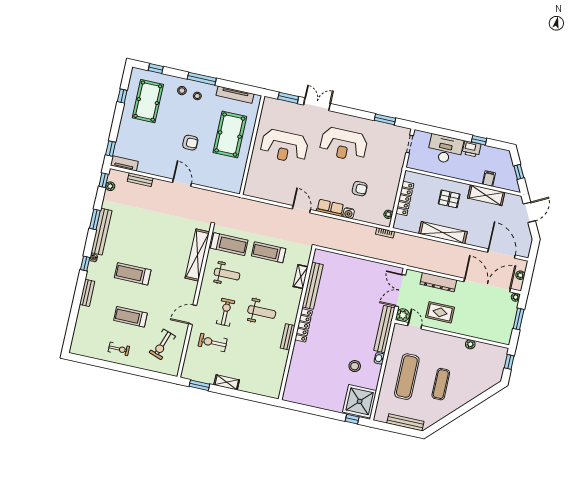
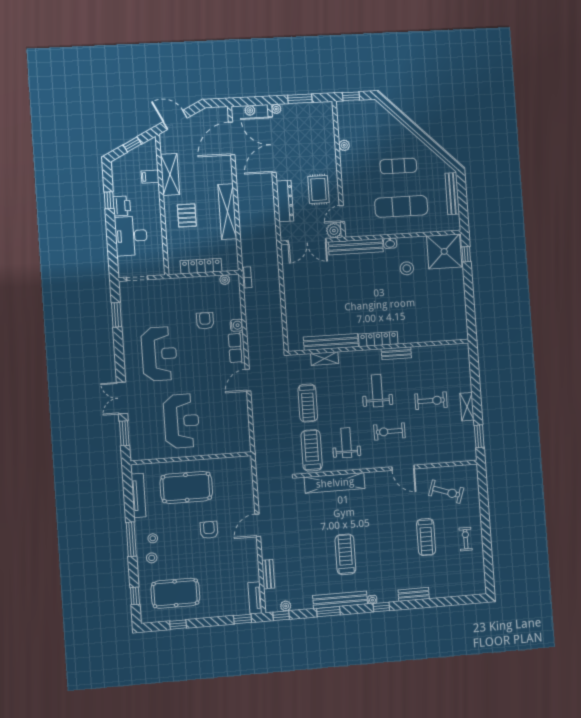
treadmill: (133, 274) -> (345, 554), moved, turned 180
exercise bike: (213, 342) -> (431, 401), moved, turned -90

